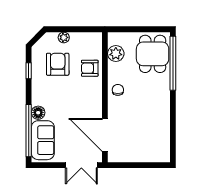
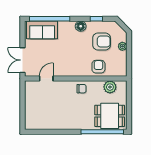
floor lamp: (38, 113) -> (81, 26), moved
door: (105, 135) -> (46, 79), width x0.53

